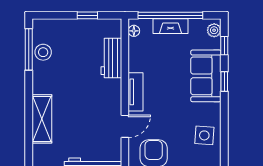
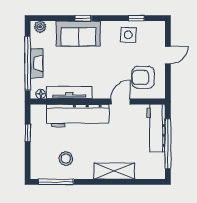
window: (224, 46) -> (136, 18), moved
stool: (43, 52) -> (66, 158), moved
workbench: (111, 58) -> (78, 116), width x1.88, depth x1.32
tv unit: (136, 92) -> (69, 93), moved, width x1.41
door: (125, 126) -> (121, 101), hinge flipped

